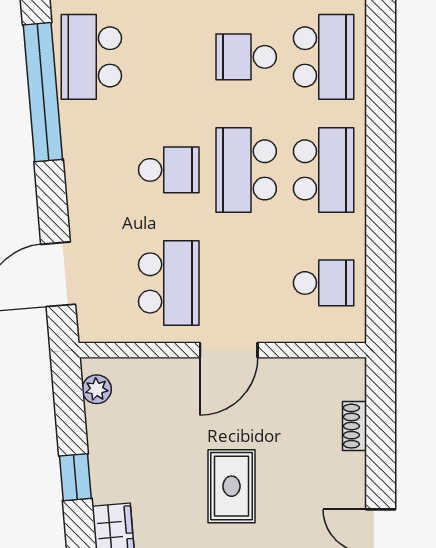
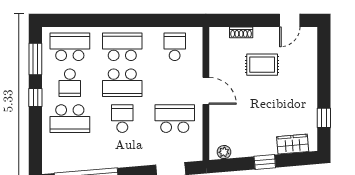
school desk: (91, 57) -> (70, 119), moved
rug: (232, 486) -> (262, 65), moved

